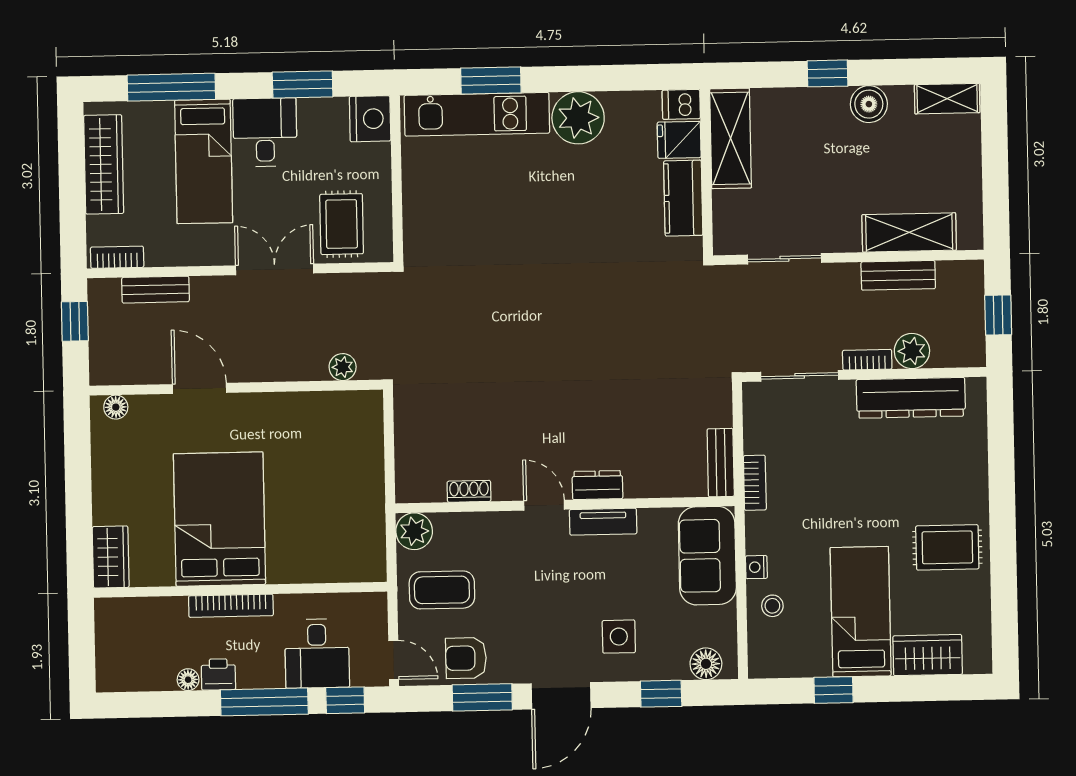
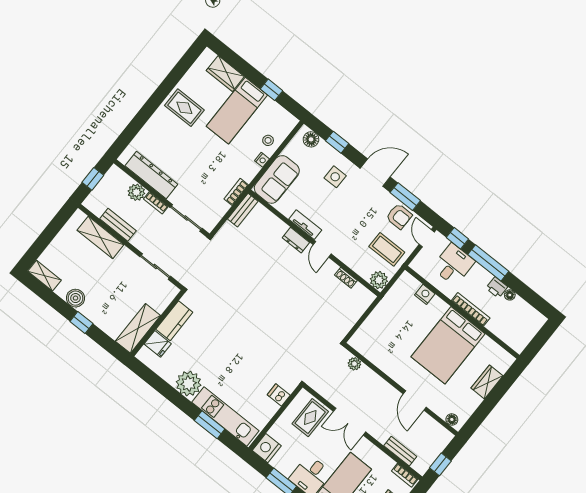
dishwasher: (681, 104) -> (279, 395), moved, turned 180
wardrobe: (111, 557) -> (487, 382), moved
nightstand: (323, 569) -> (425, 294), added

